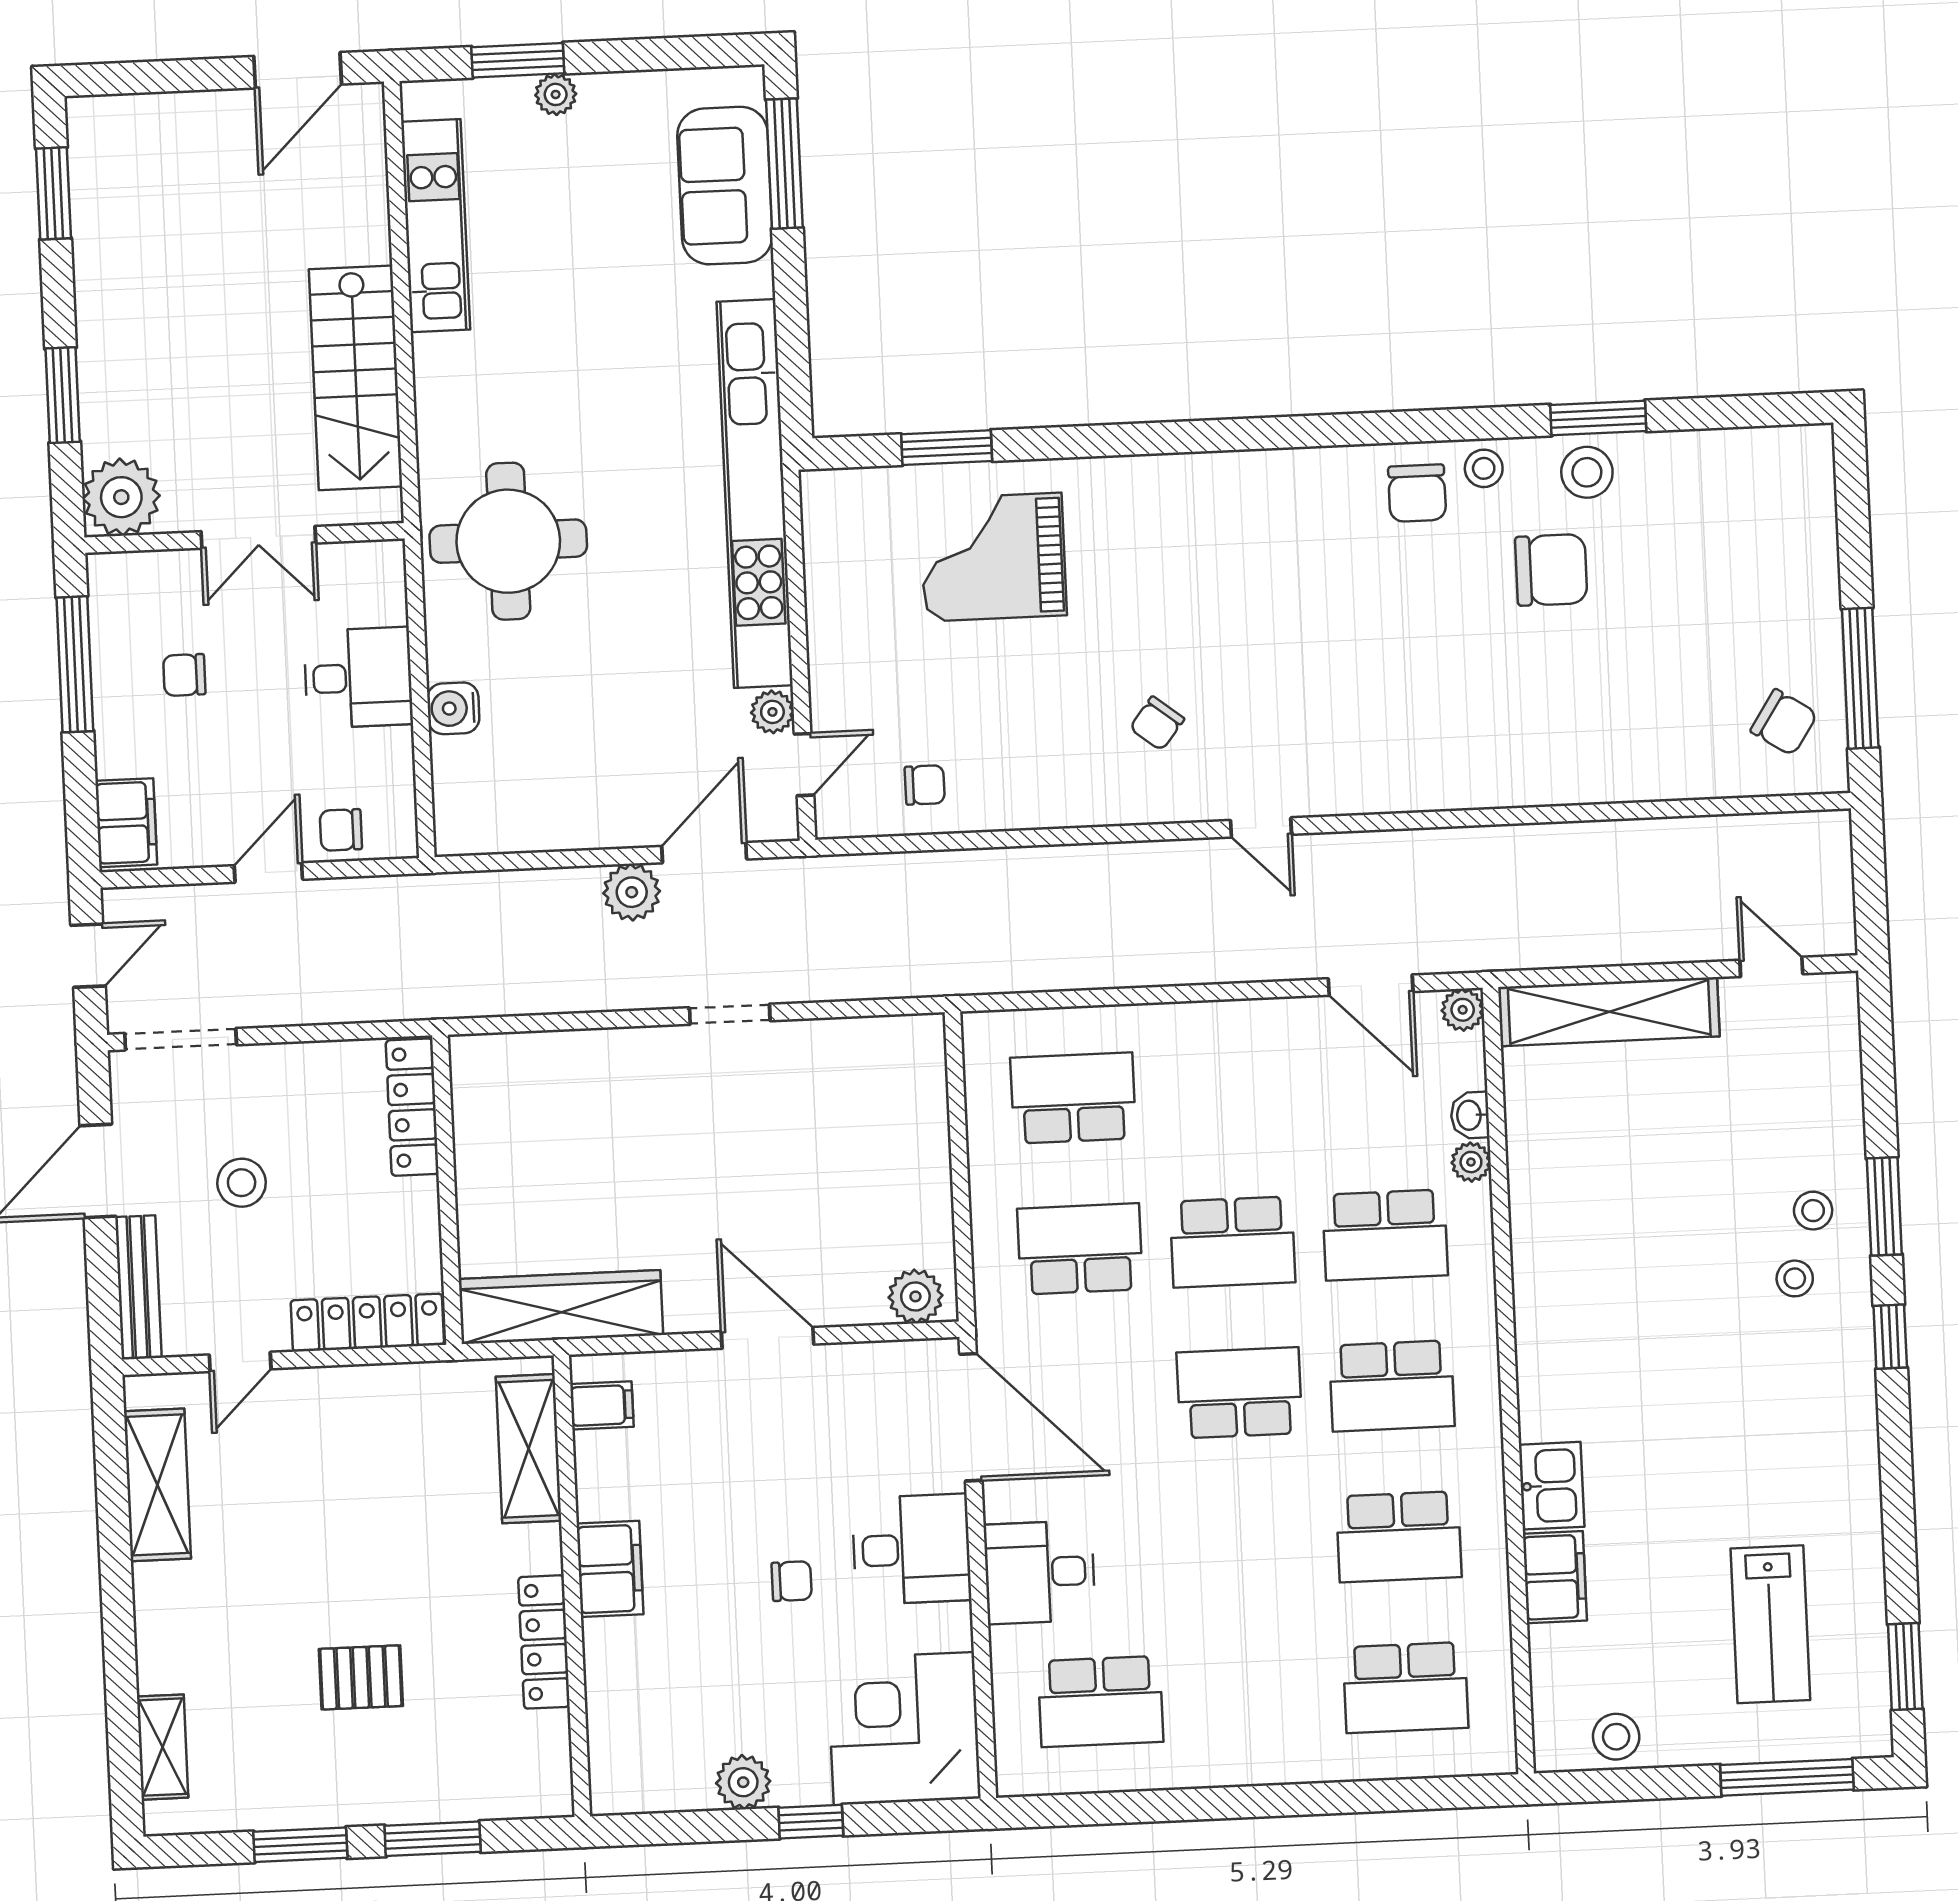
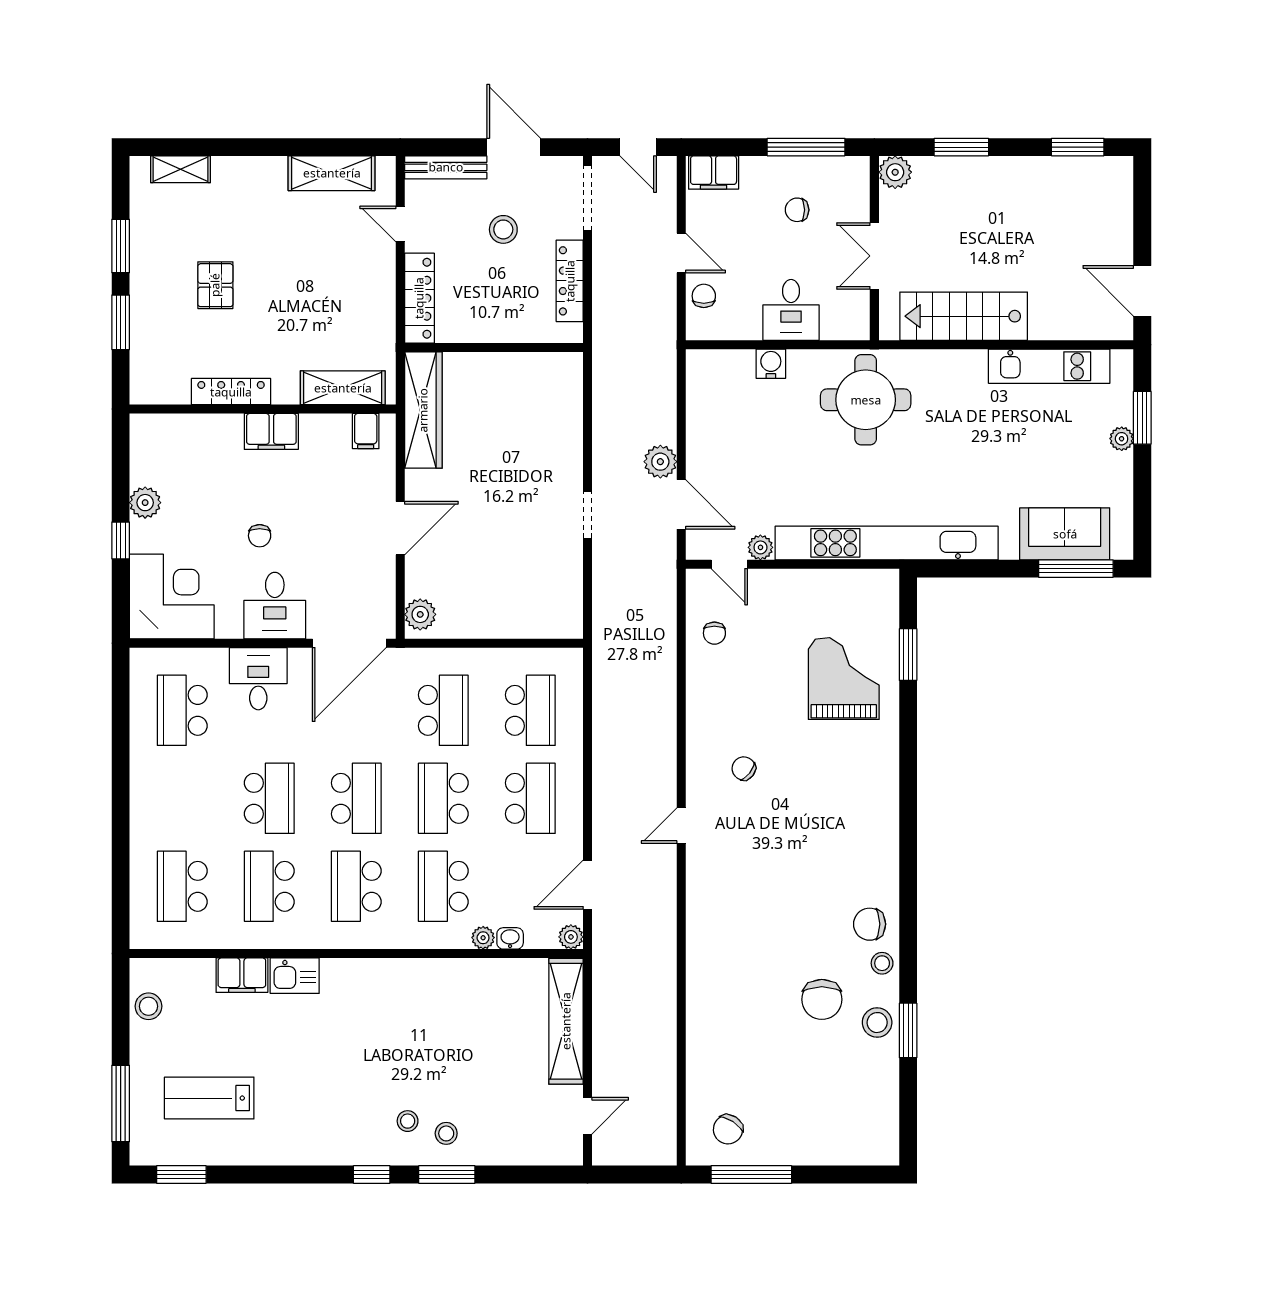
plant: (121, 497) -> (895, 172), width x0.73, depth x0.73
chair: (184, 675) -> (797, 210), turned -90
school desk: (1226, 1091) -> (530, 798), added
locker: (412, 1107) -> (570, 281), moved, turned -90
school desk: (1246, 1544) -> (269, 798), added

